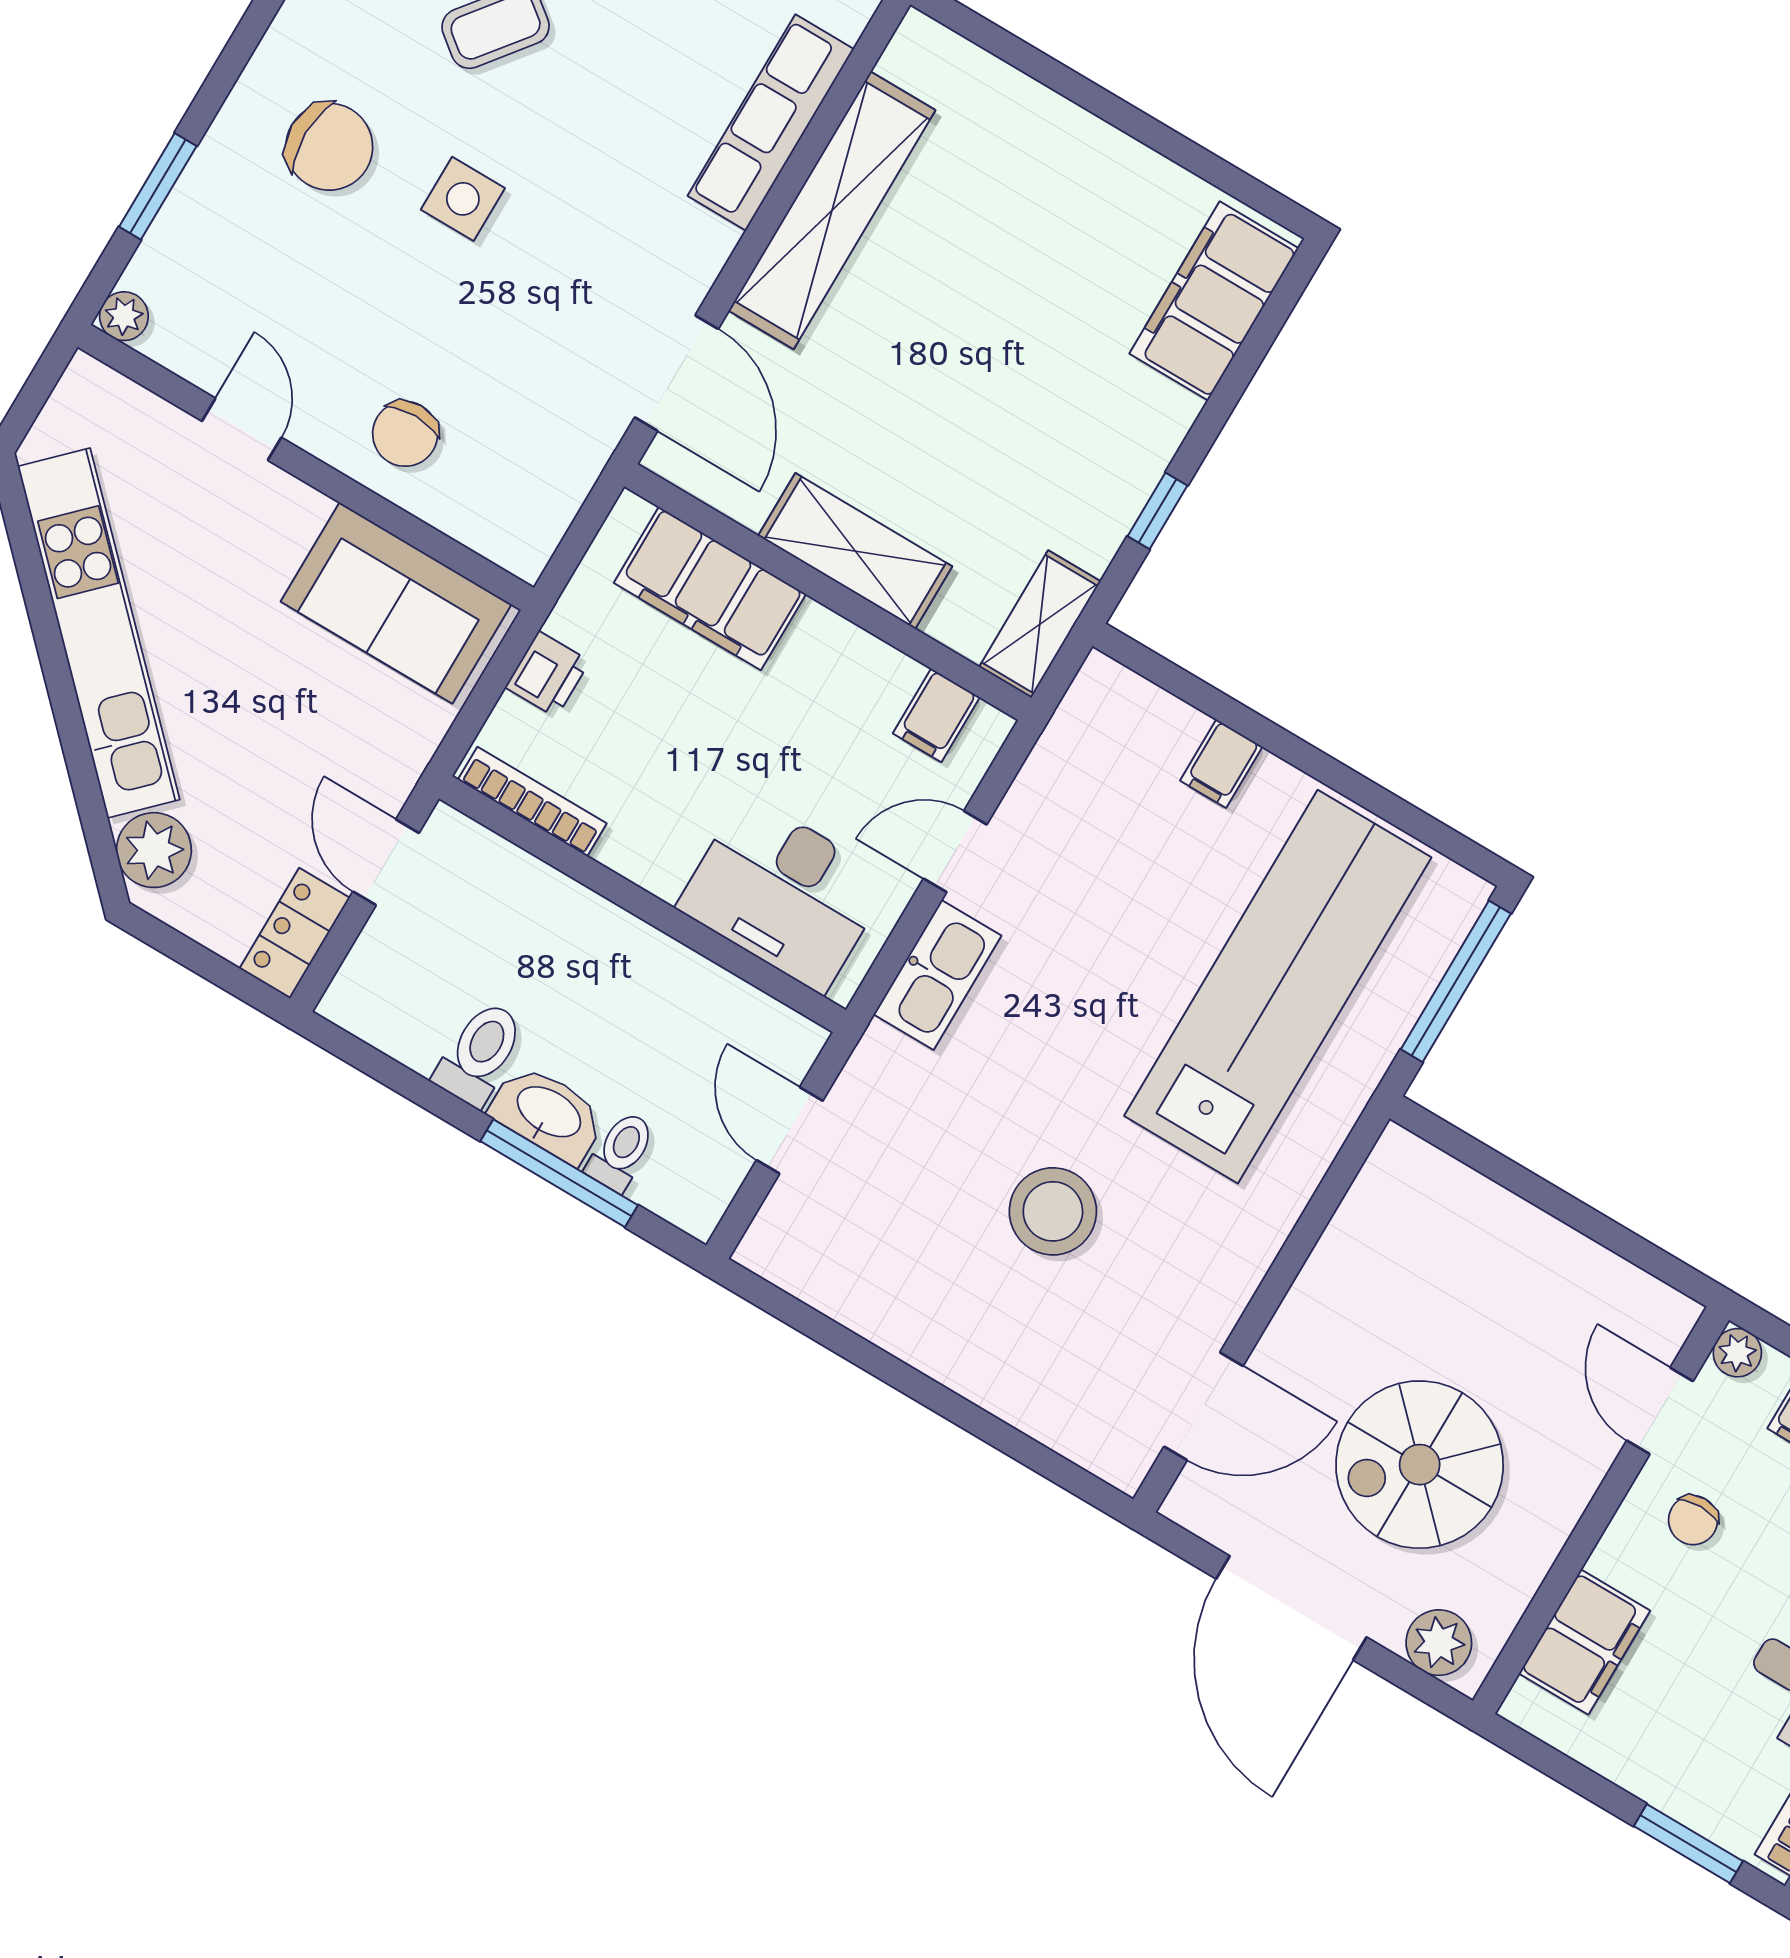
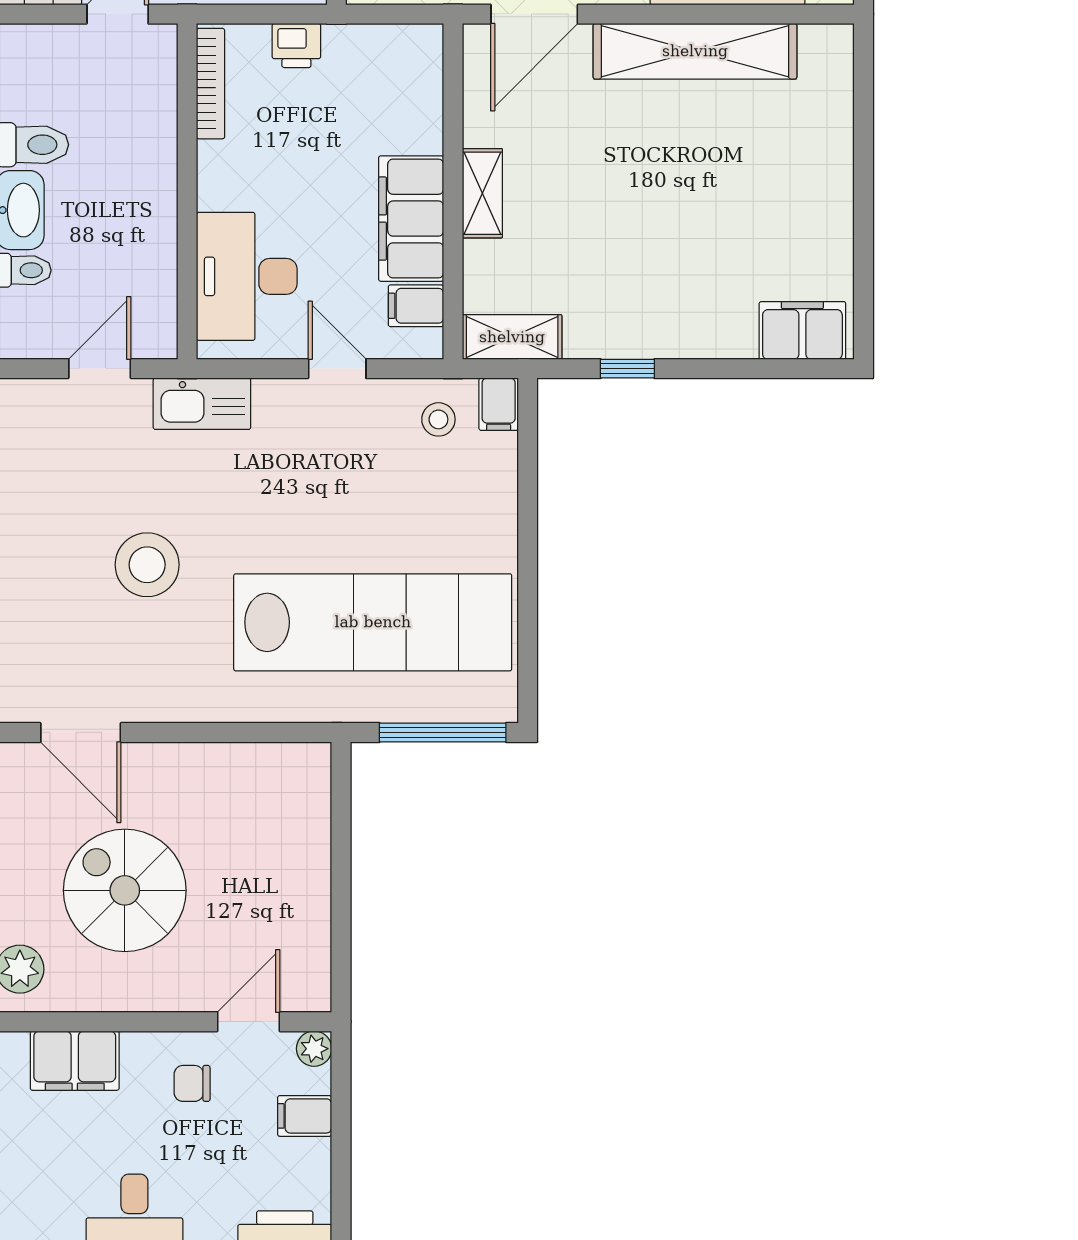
filing cabinet: (1214, 301) -> (802, 330), width x0.67, depth x0.86
shelving: (855, 551) -> (482, 193), width x0.67, depth x0.75
filing cabinet: (710, 589) -> (411, 219), moved
filing cabinet: (1221, 764) -> (499, 404), moved, turned -90
stool: (1085, 768) -> (438, 419), added
kitchen sink: (938, 975) -> (202, 404), moved

